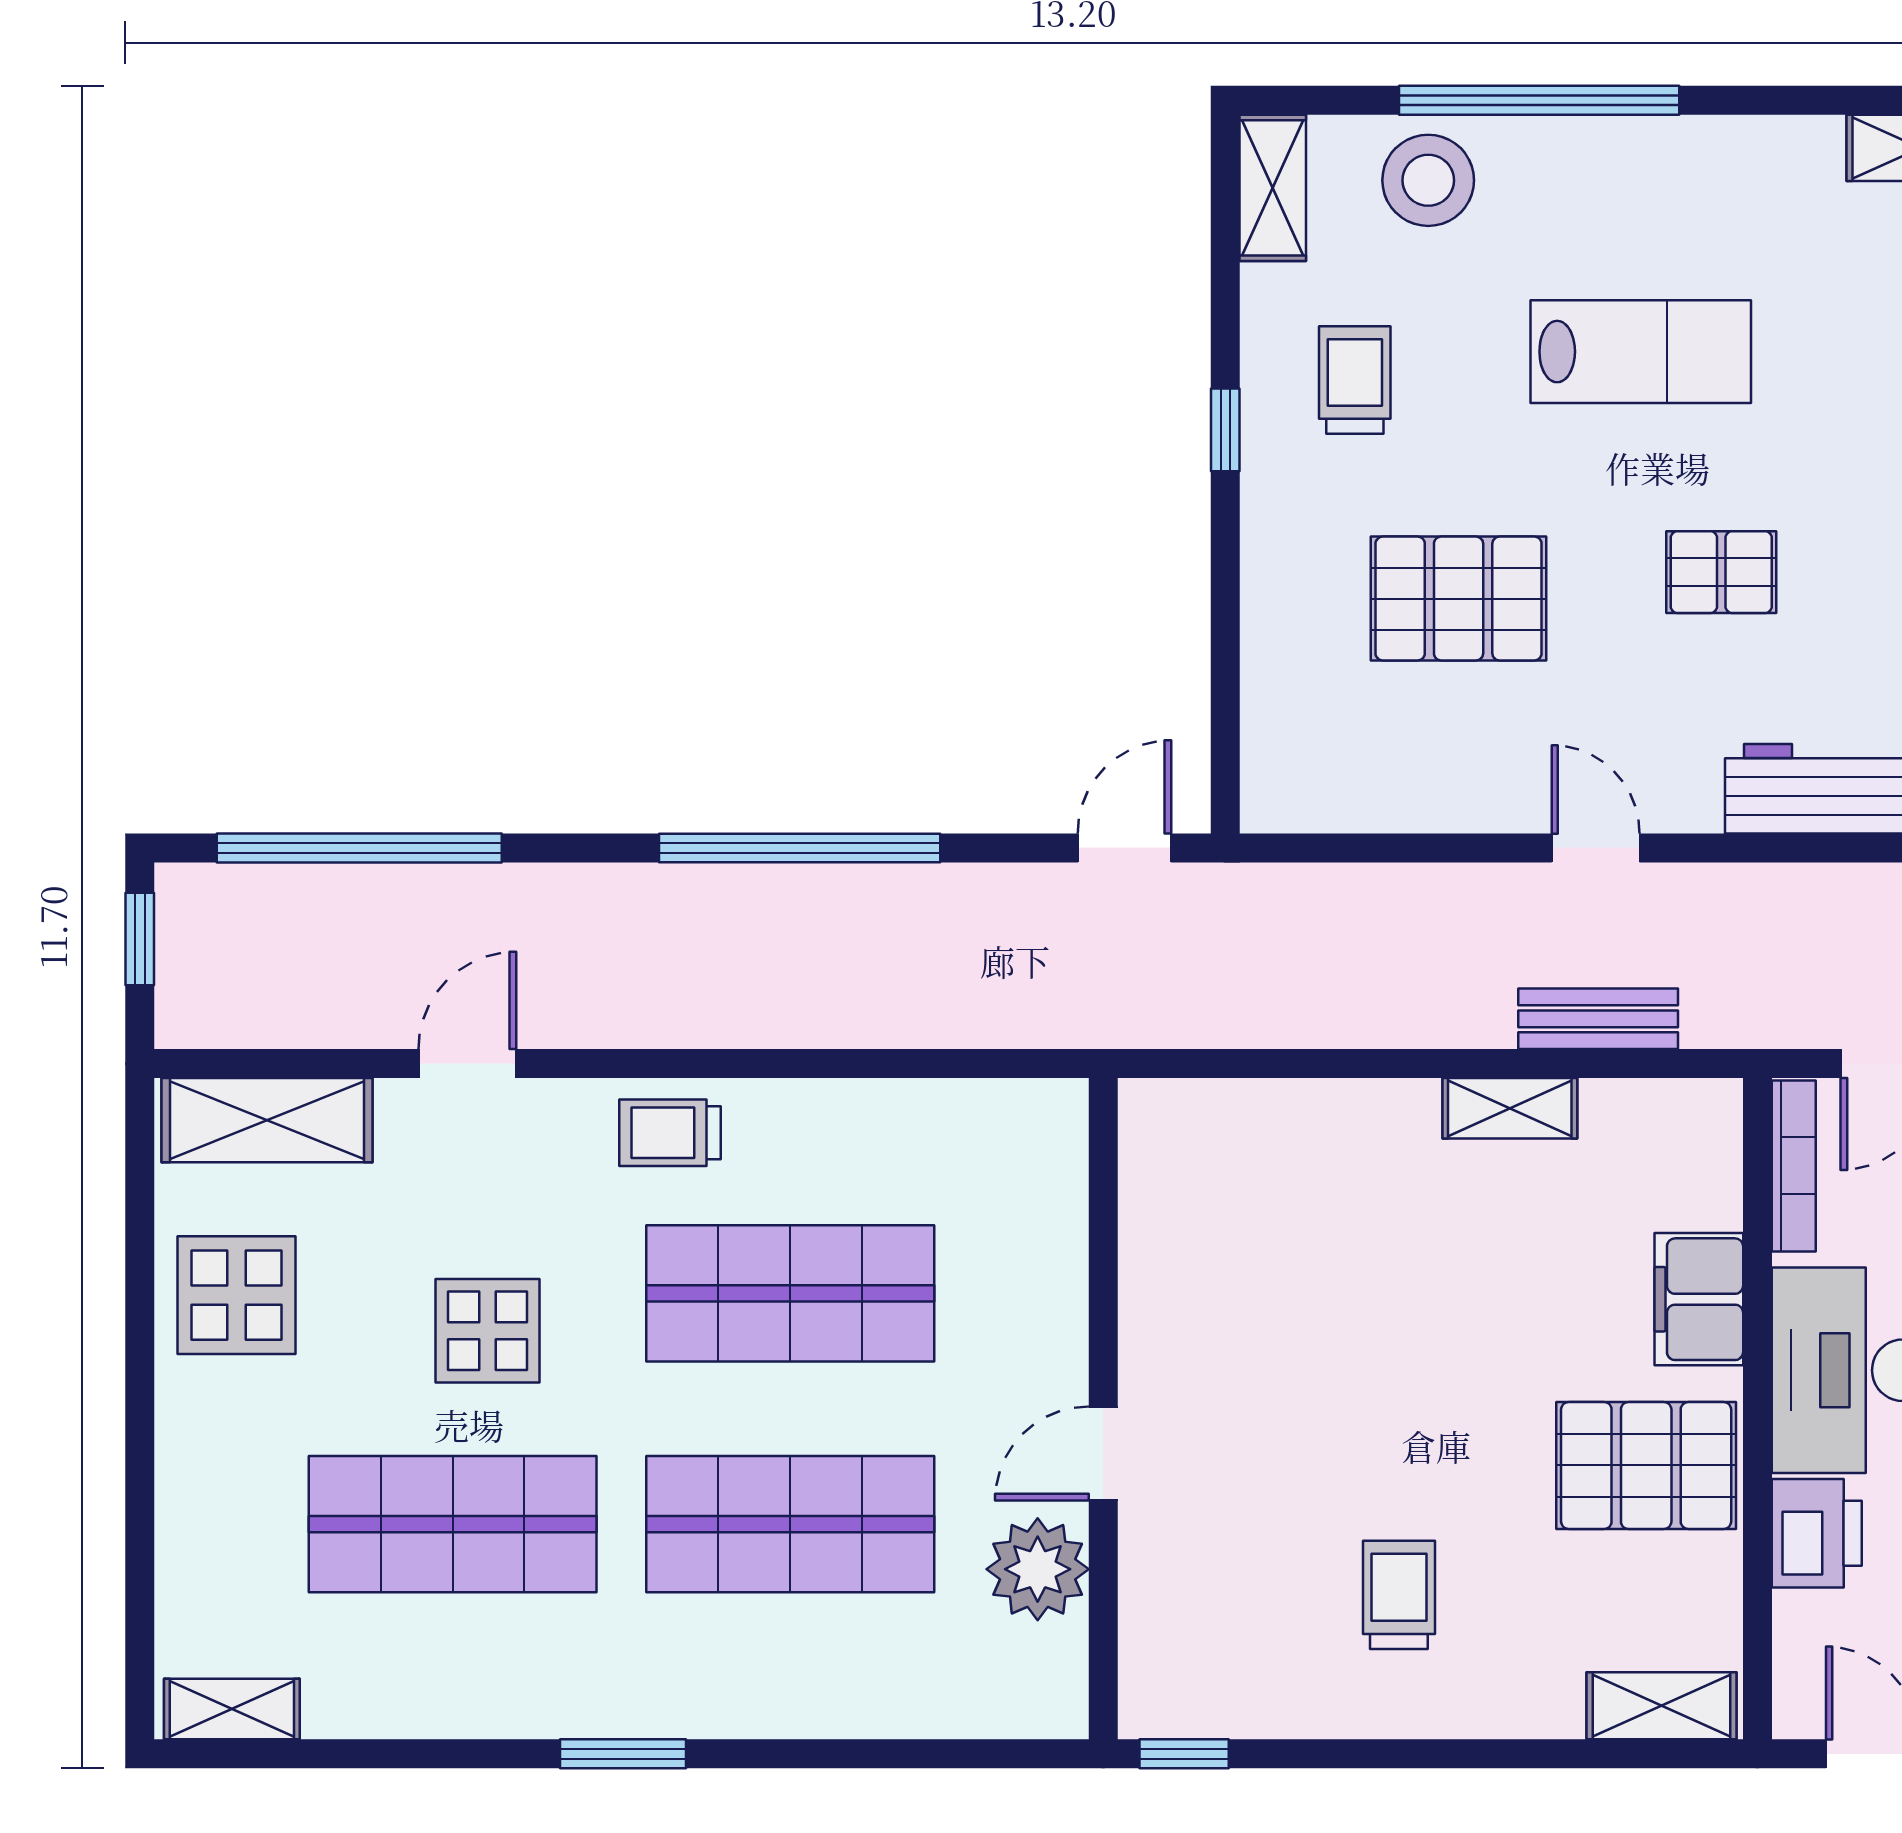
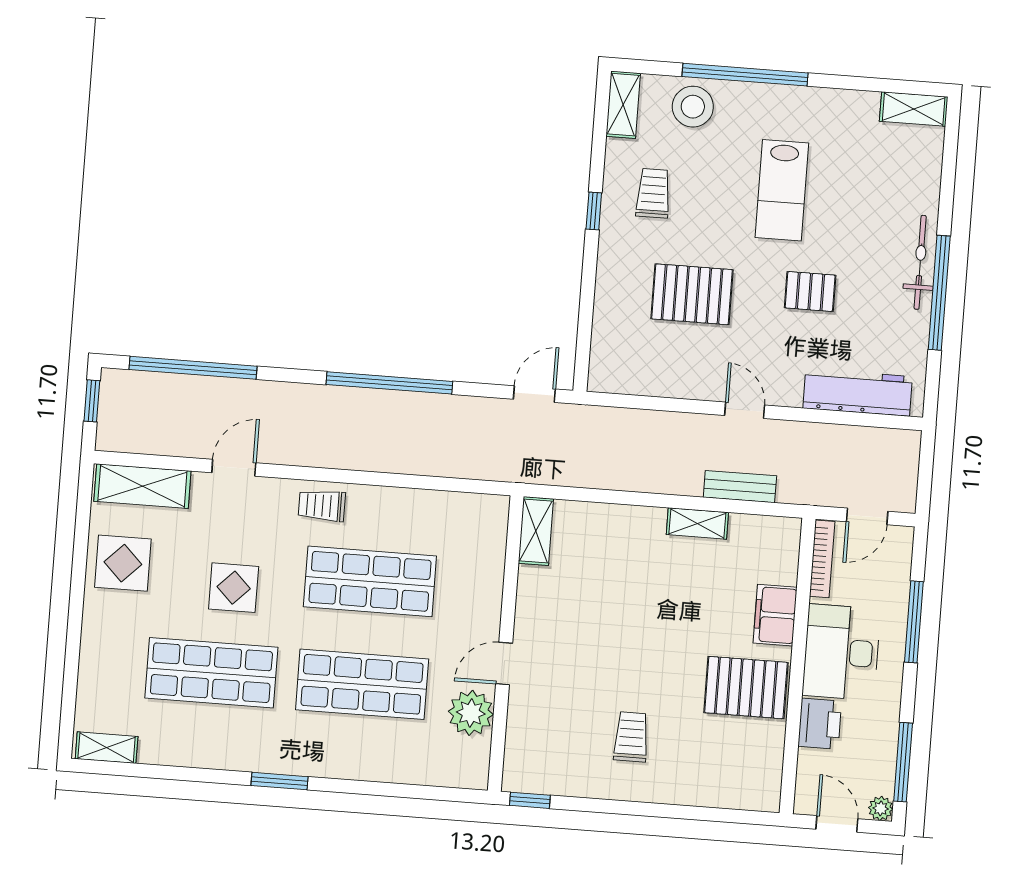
lab bench: (1641, 352) -> (782, 190), turned 90
shelving: (1661, 1706) -> (536, 531), moved, turned 90

